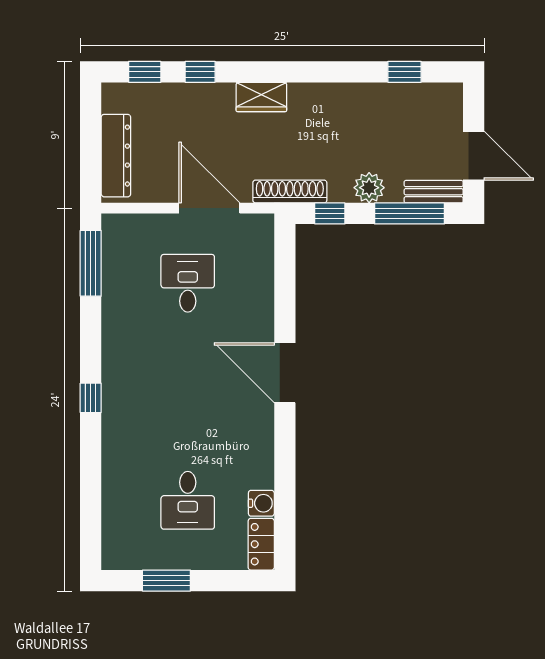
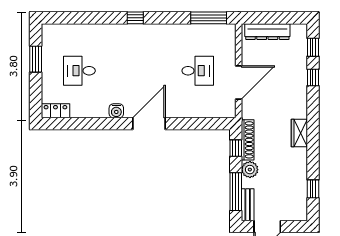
wardrobe: (261, 97) -> (299, 133), moved
shoe rack: (290, 192) -> (248, 140), moved
water cooler: (261, 503) -> (116, 111), moved

